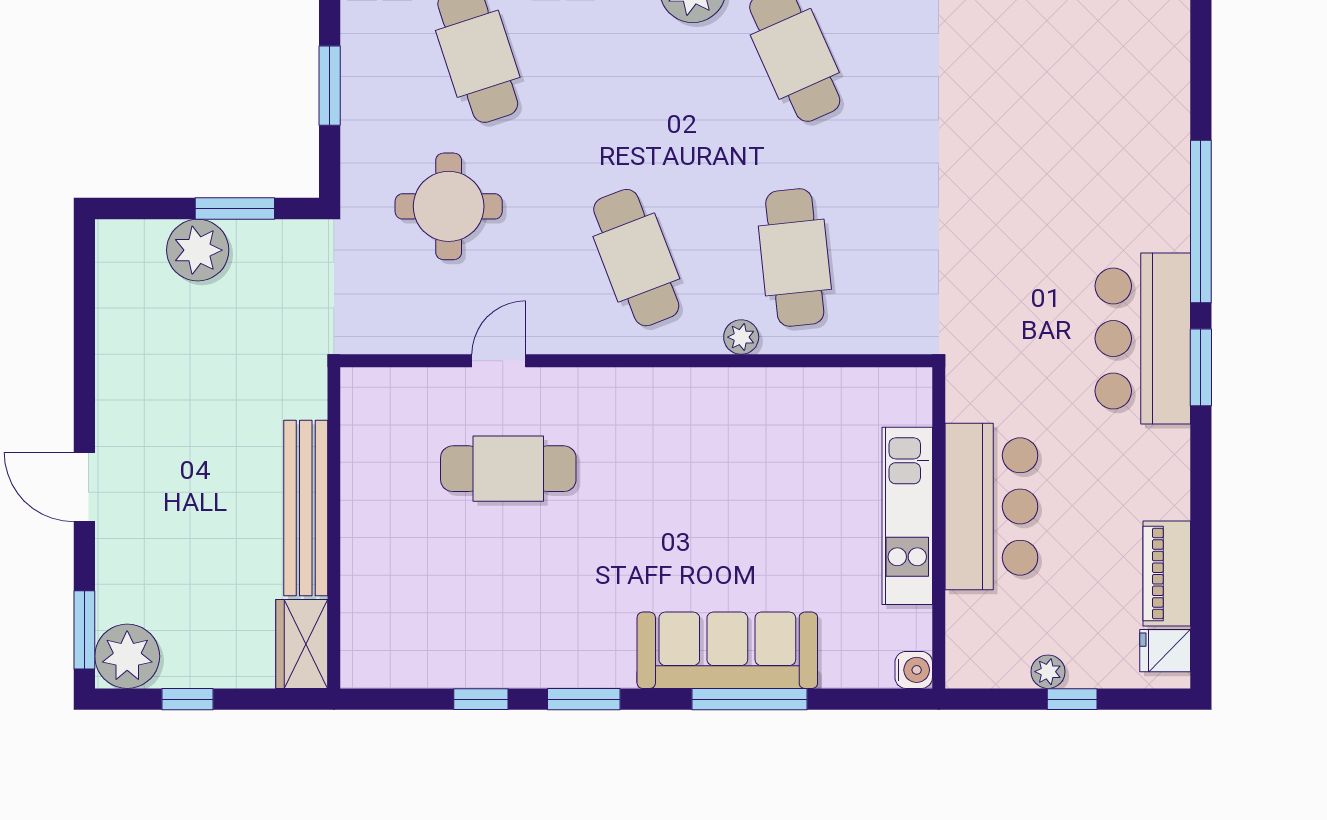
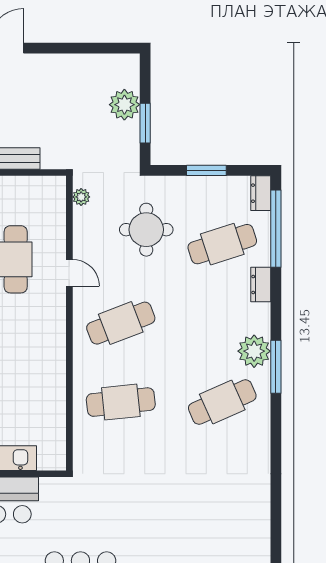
plant: (741, 337) -> (81, 197), moved
door: (499, 361) -> (69, 273), moved

